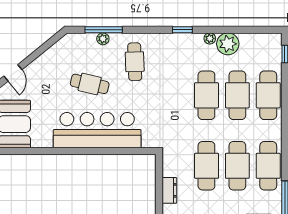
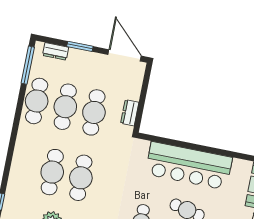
cafe table: (268, 95) -> (24, 166), removed
dresser: (169, 190) -> (130, 113), moved

